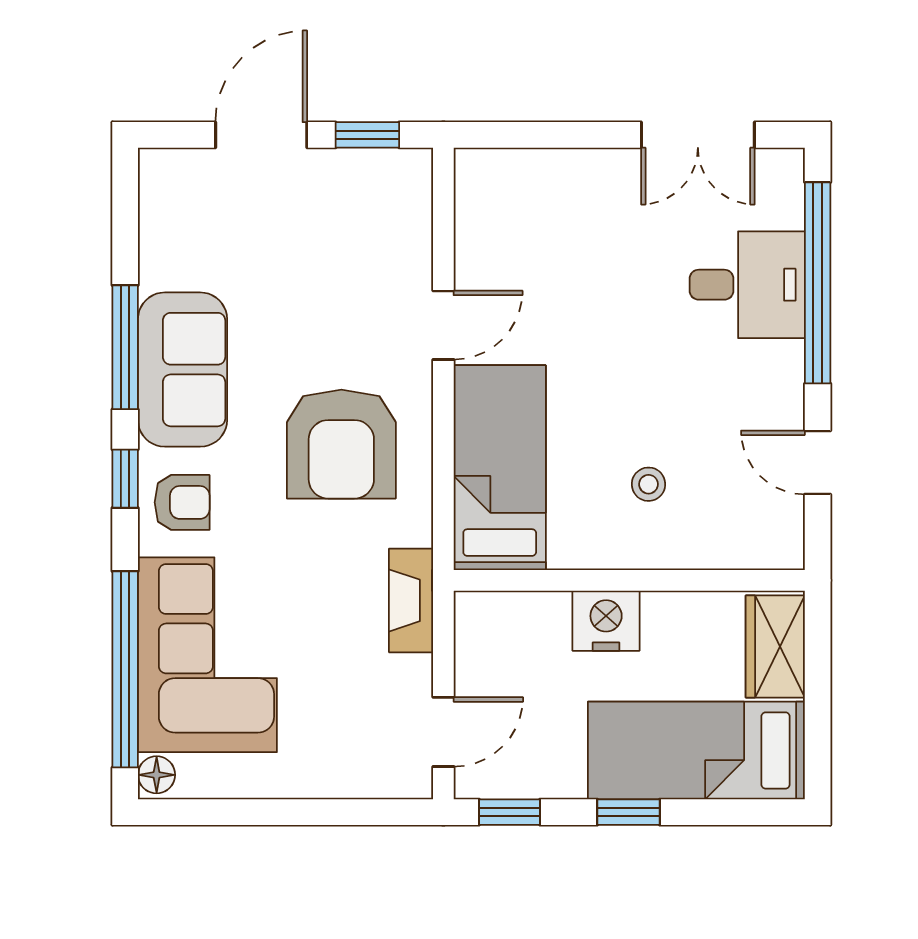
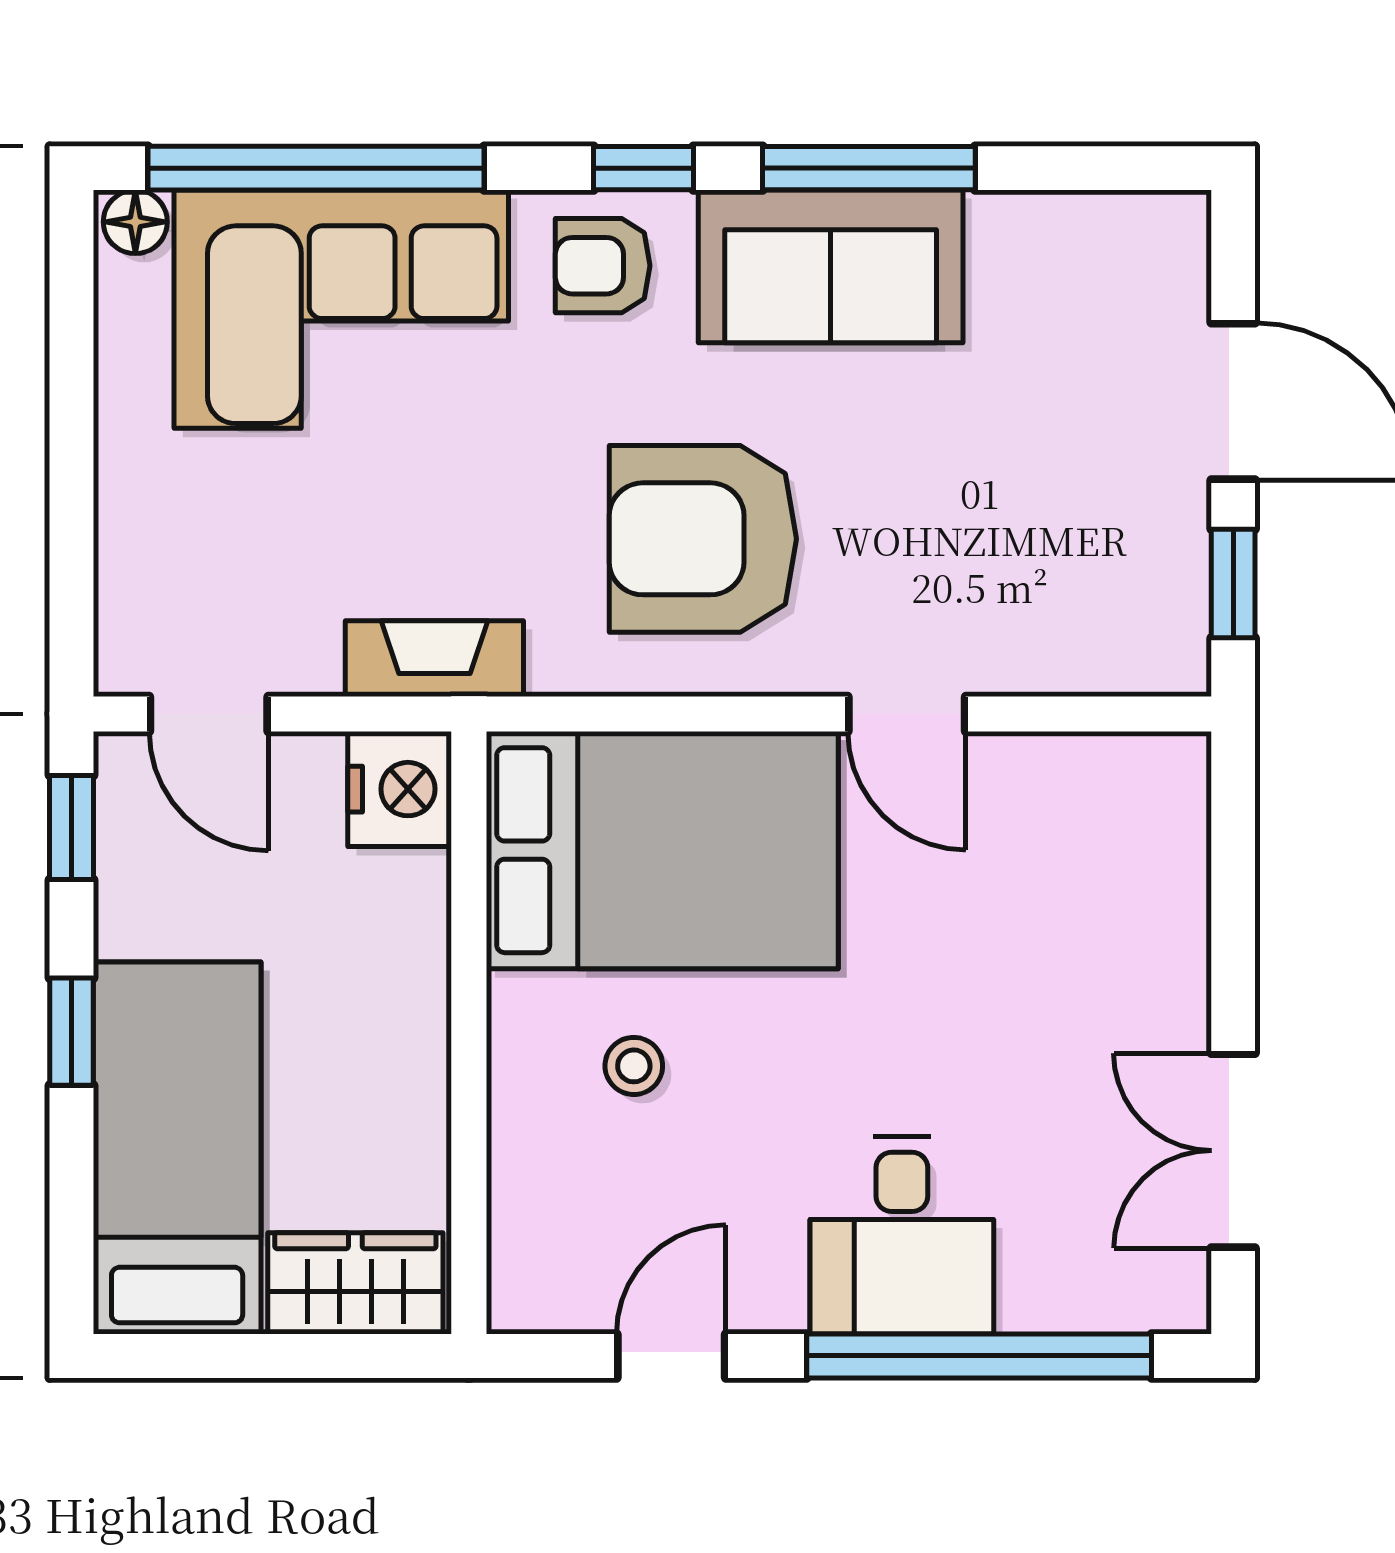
desk: (747, 285) -> (902, 1235), moved
bed: (500, 468) -> (662, 850), width x1.50
armchair: (182, 502) -> (603, 266), turned 90
nightstand: (606, 621) -> (400, 789), moved

